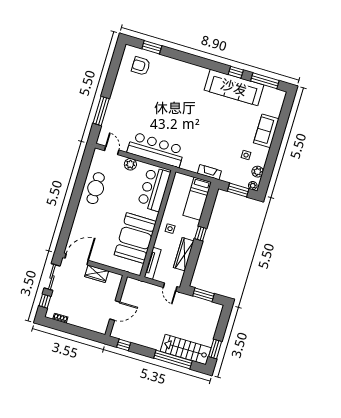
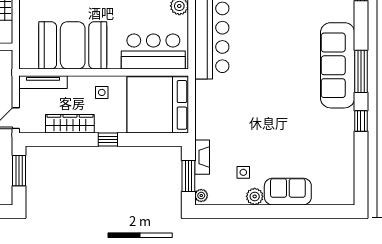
window: (265, 81) -> (361, 71), moved
sofa: (234, 87) -> (338, 65), moved
fireplace: (209, 172) -> (202, 157), moved
plant: (258, 172) -> (255, 196), moved
bed: (197, 199) -> (158, 105), width x2.04

